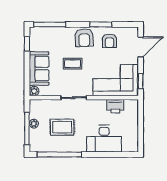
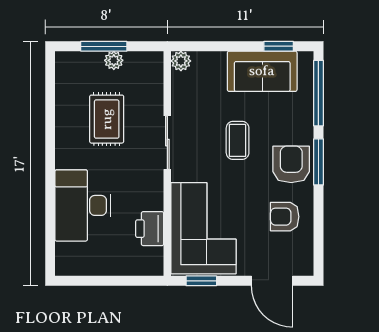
window: (101, 24) -> (318, 162), moved
armchair: (84, 38) -> (291, 164), turned 92
sofa: (39, 69) -> (262, 71), moved
window: (27, 128) -> (104, 46), width x0.69
window: (59, 155) -> (50, 113), removed

